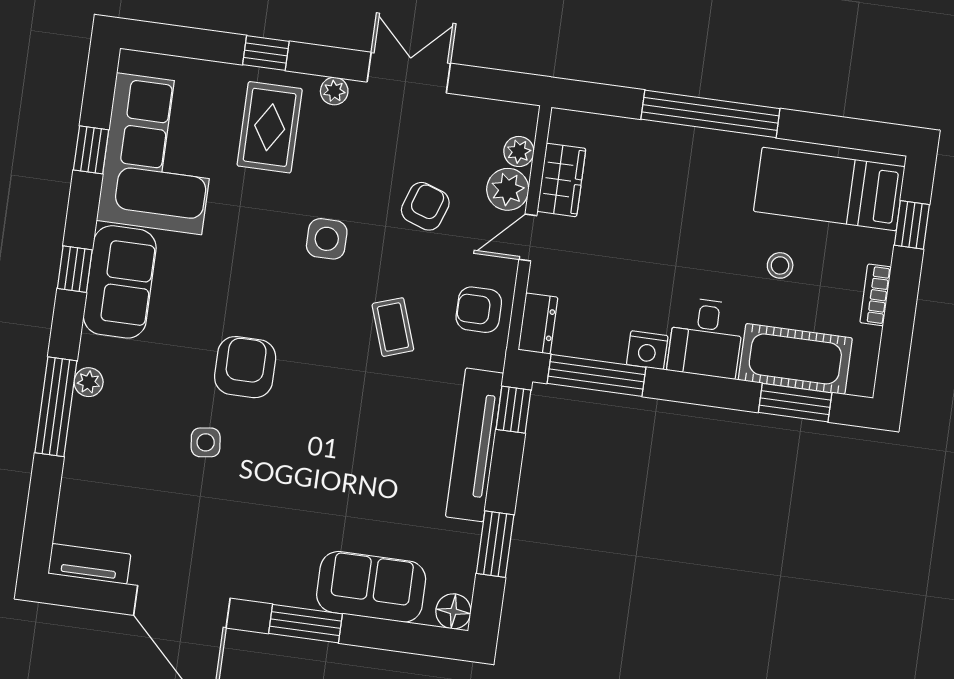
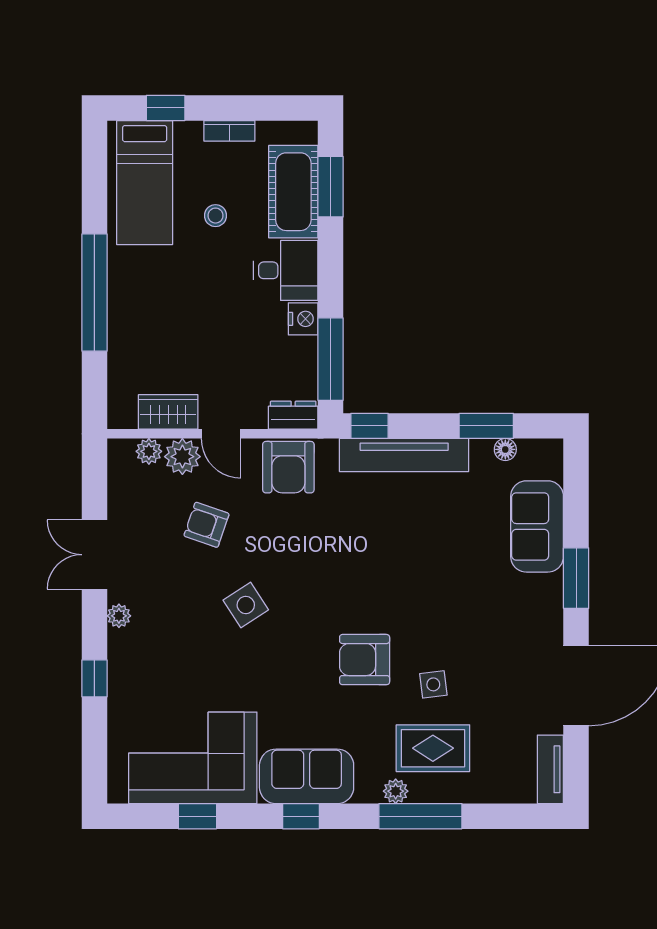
rug: (270, 127) -> (433, 748), moved
side table: (327, 239) -> (246, 605), turned -33
armchair: (479, 310) -> (288, 467), width x1.38, depth x1.38
coffee table: (393, 327) -> (313, 538), removed
floor lamp: (453, 611) -> (505, 449), moved, width x0.73, depth x0.73

